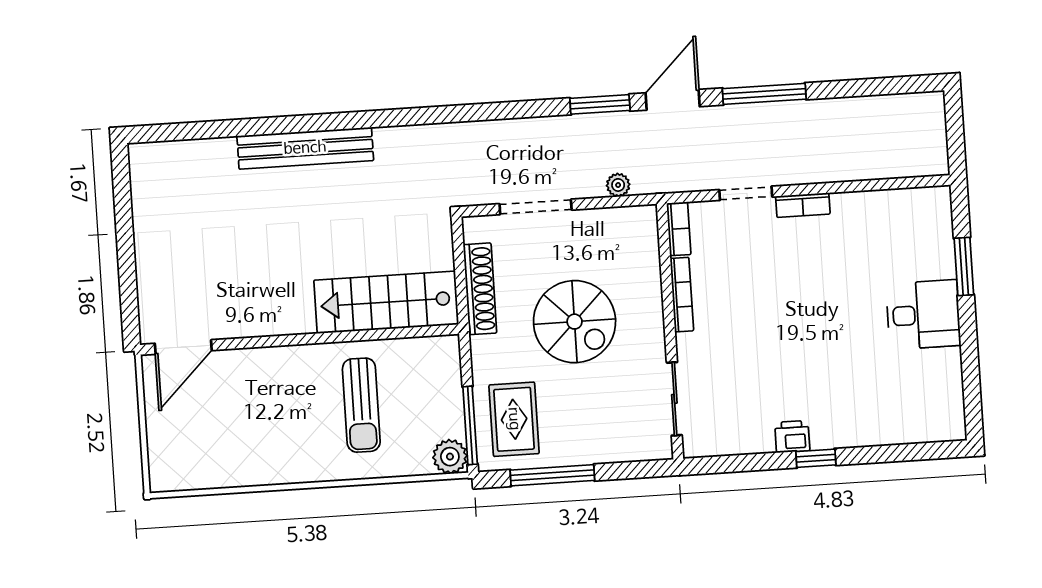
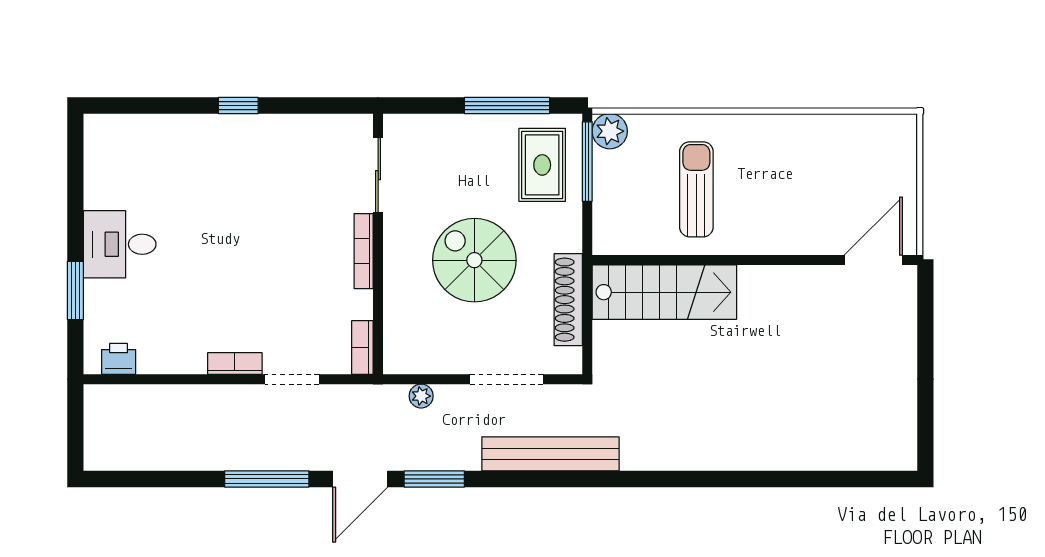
bench: (305, 148) -> (550, 454), moved
bookcase: (682, 295) -> (364, 251), moved
printer: (792, 437) -> (119, 359), moved, turned 180

